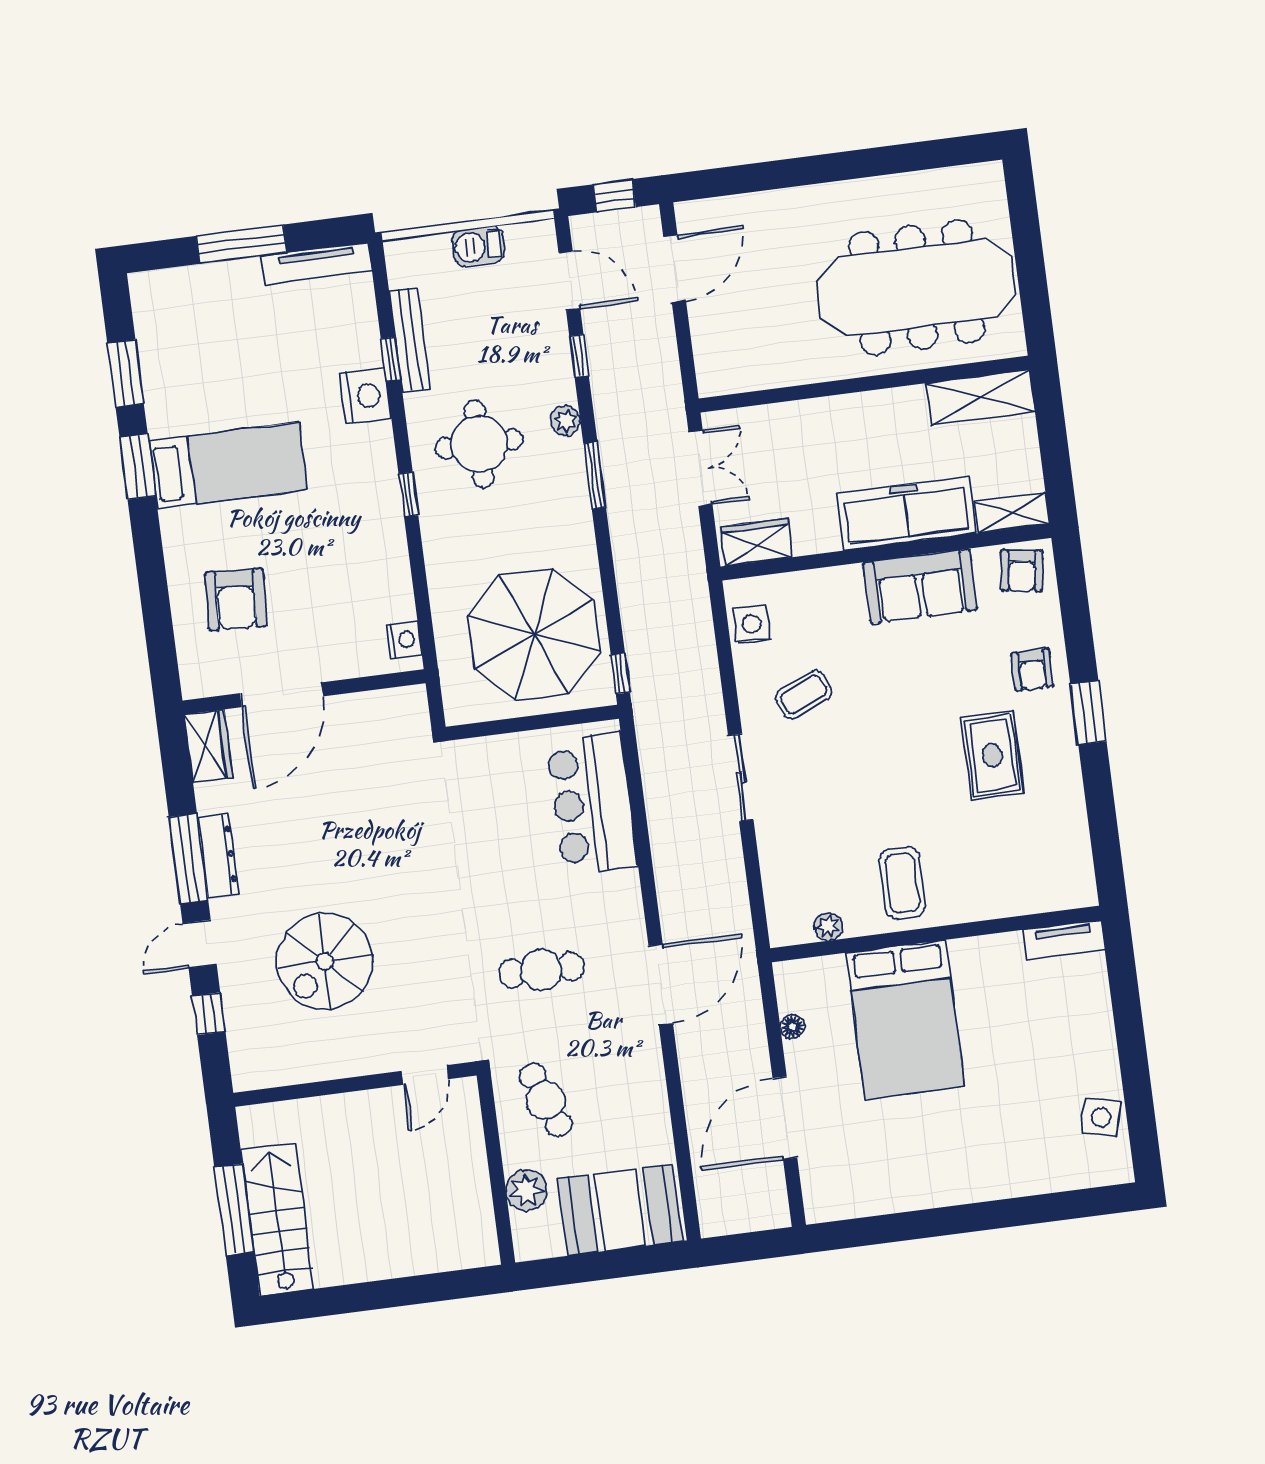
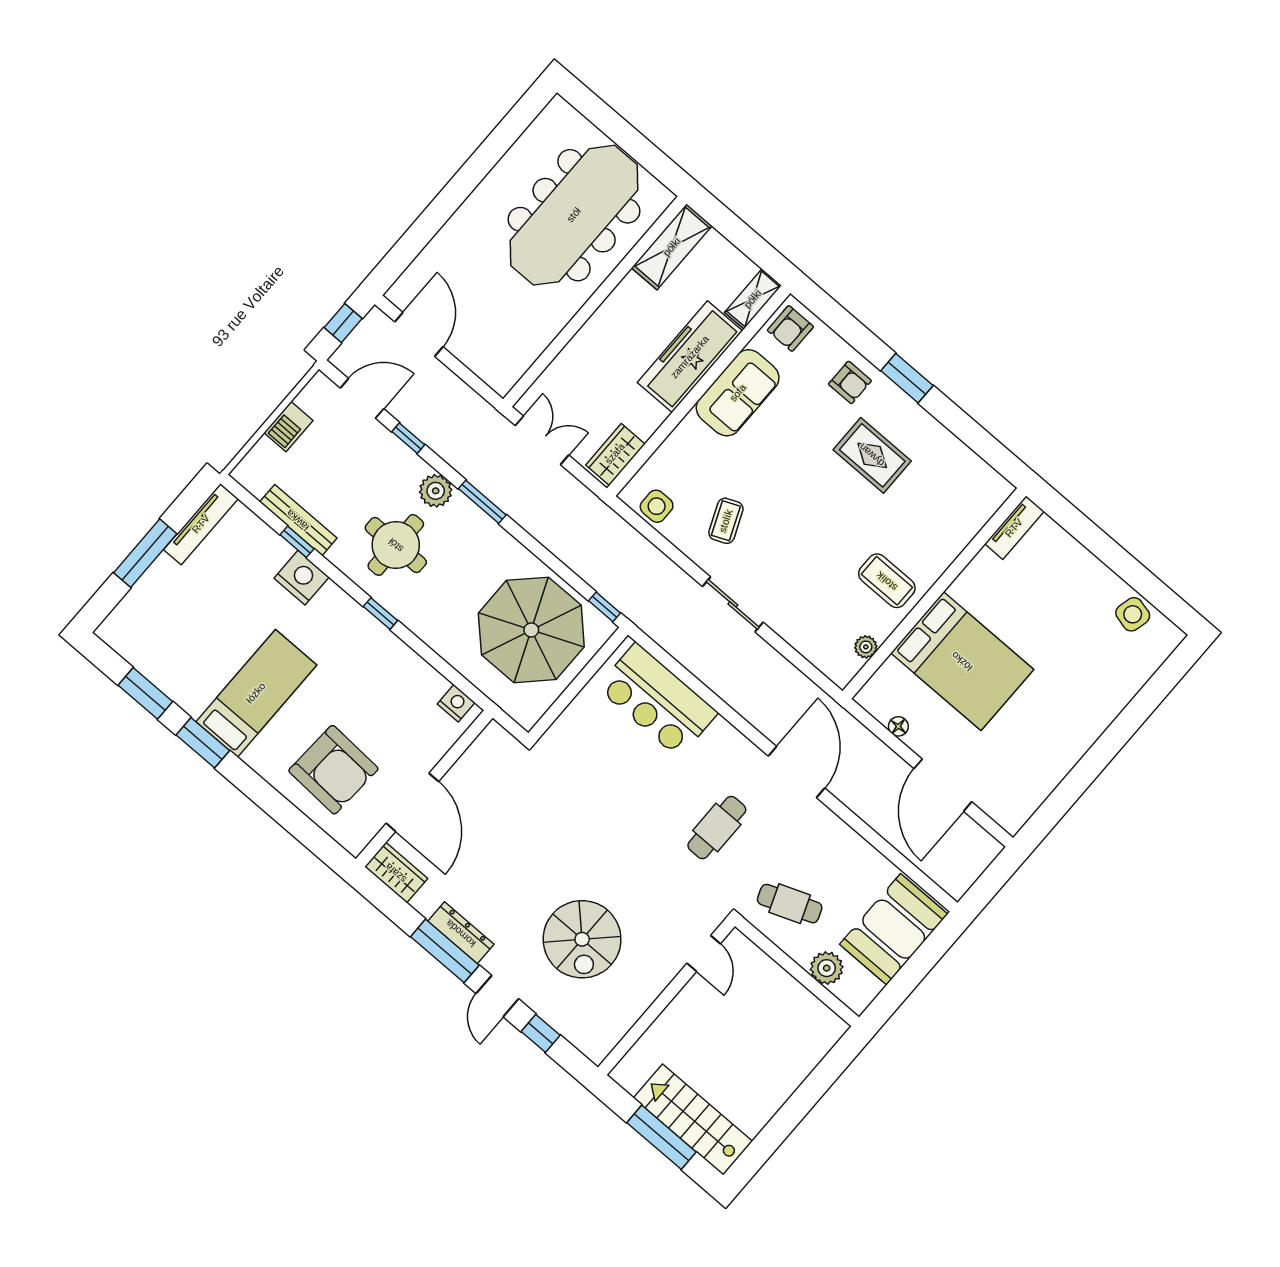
plant: (565, 421) -> (436, 491), width x1.38, depth x1.38
armchair: (1022, 571) -> (790, 328), turned 82
armchair: (236, 599) -> (333, 770), width x1.36, depth x1.36

